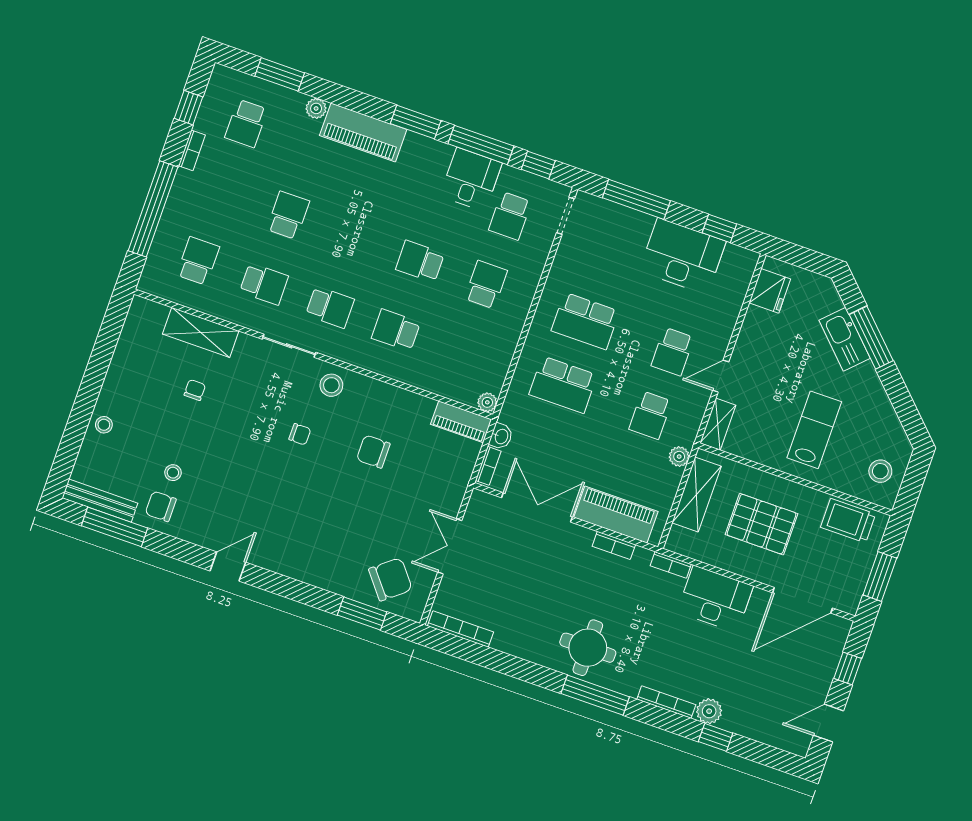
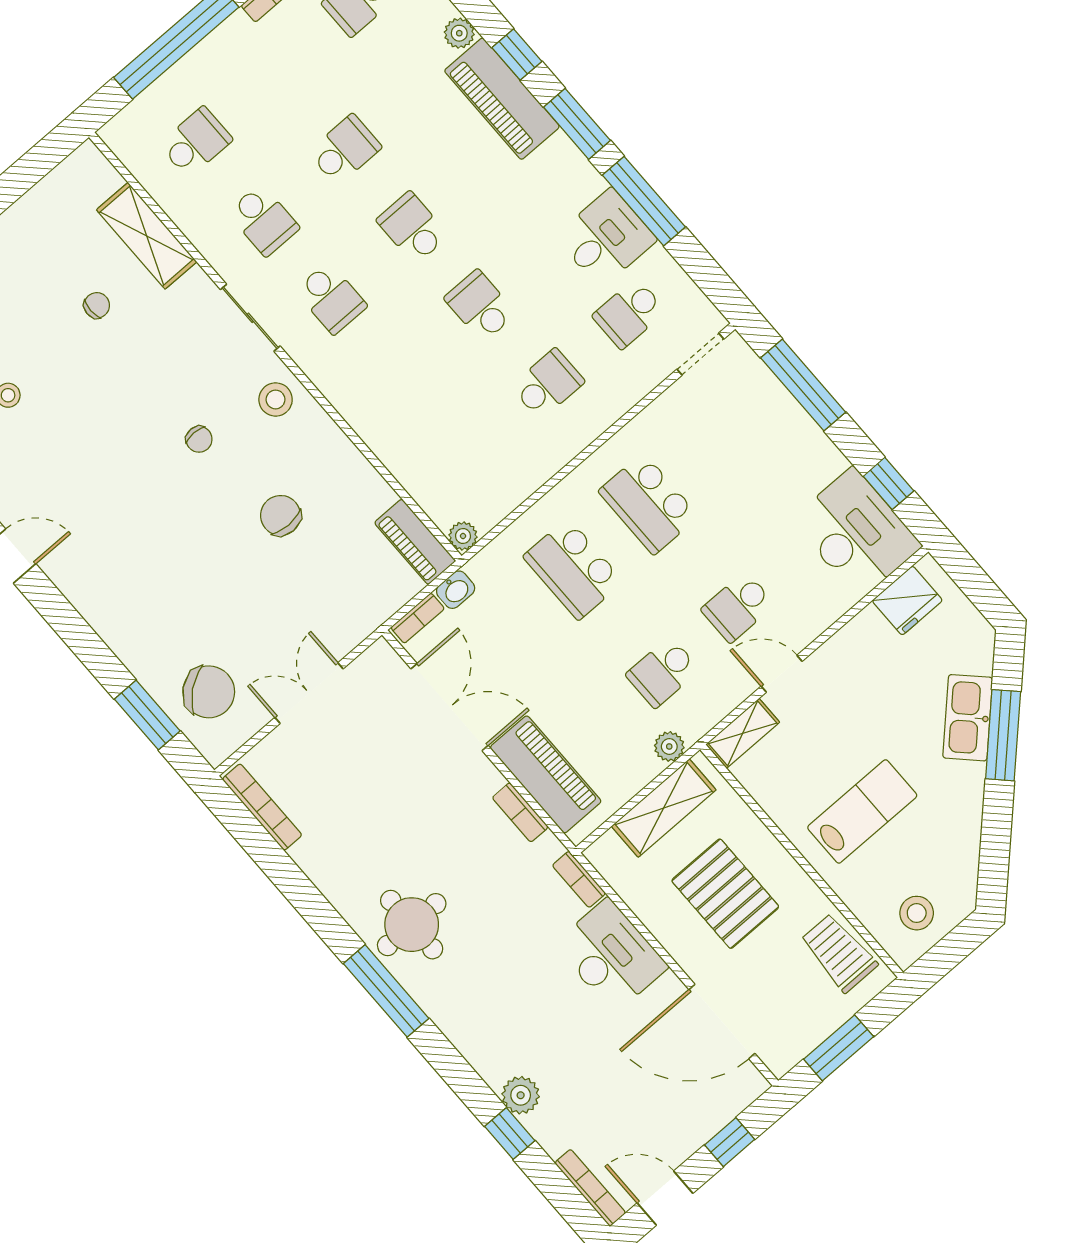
window: (538, 165) -> (517, 54), moved
desk: (682, 256) -> (856, 533), moved
school desk: (396, 330) -> (412, 228), moved
bookcase: (666, 702) -> (590, 1188), moved

